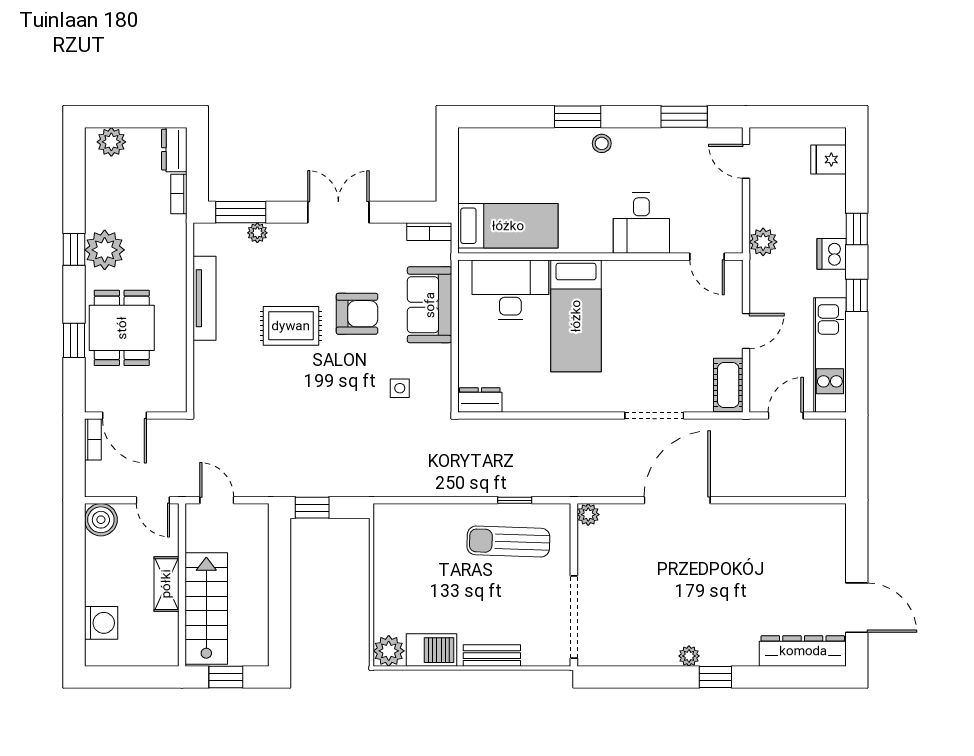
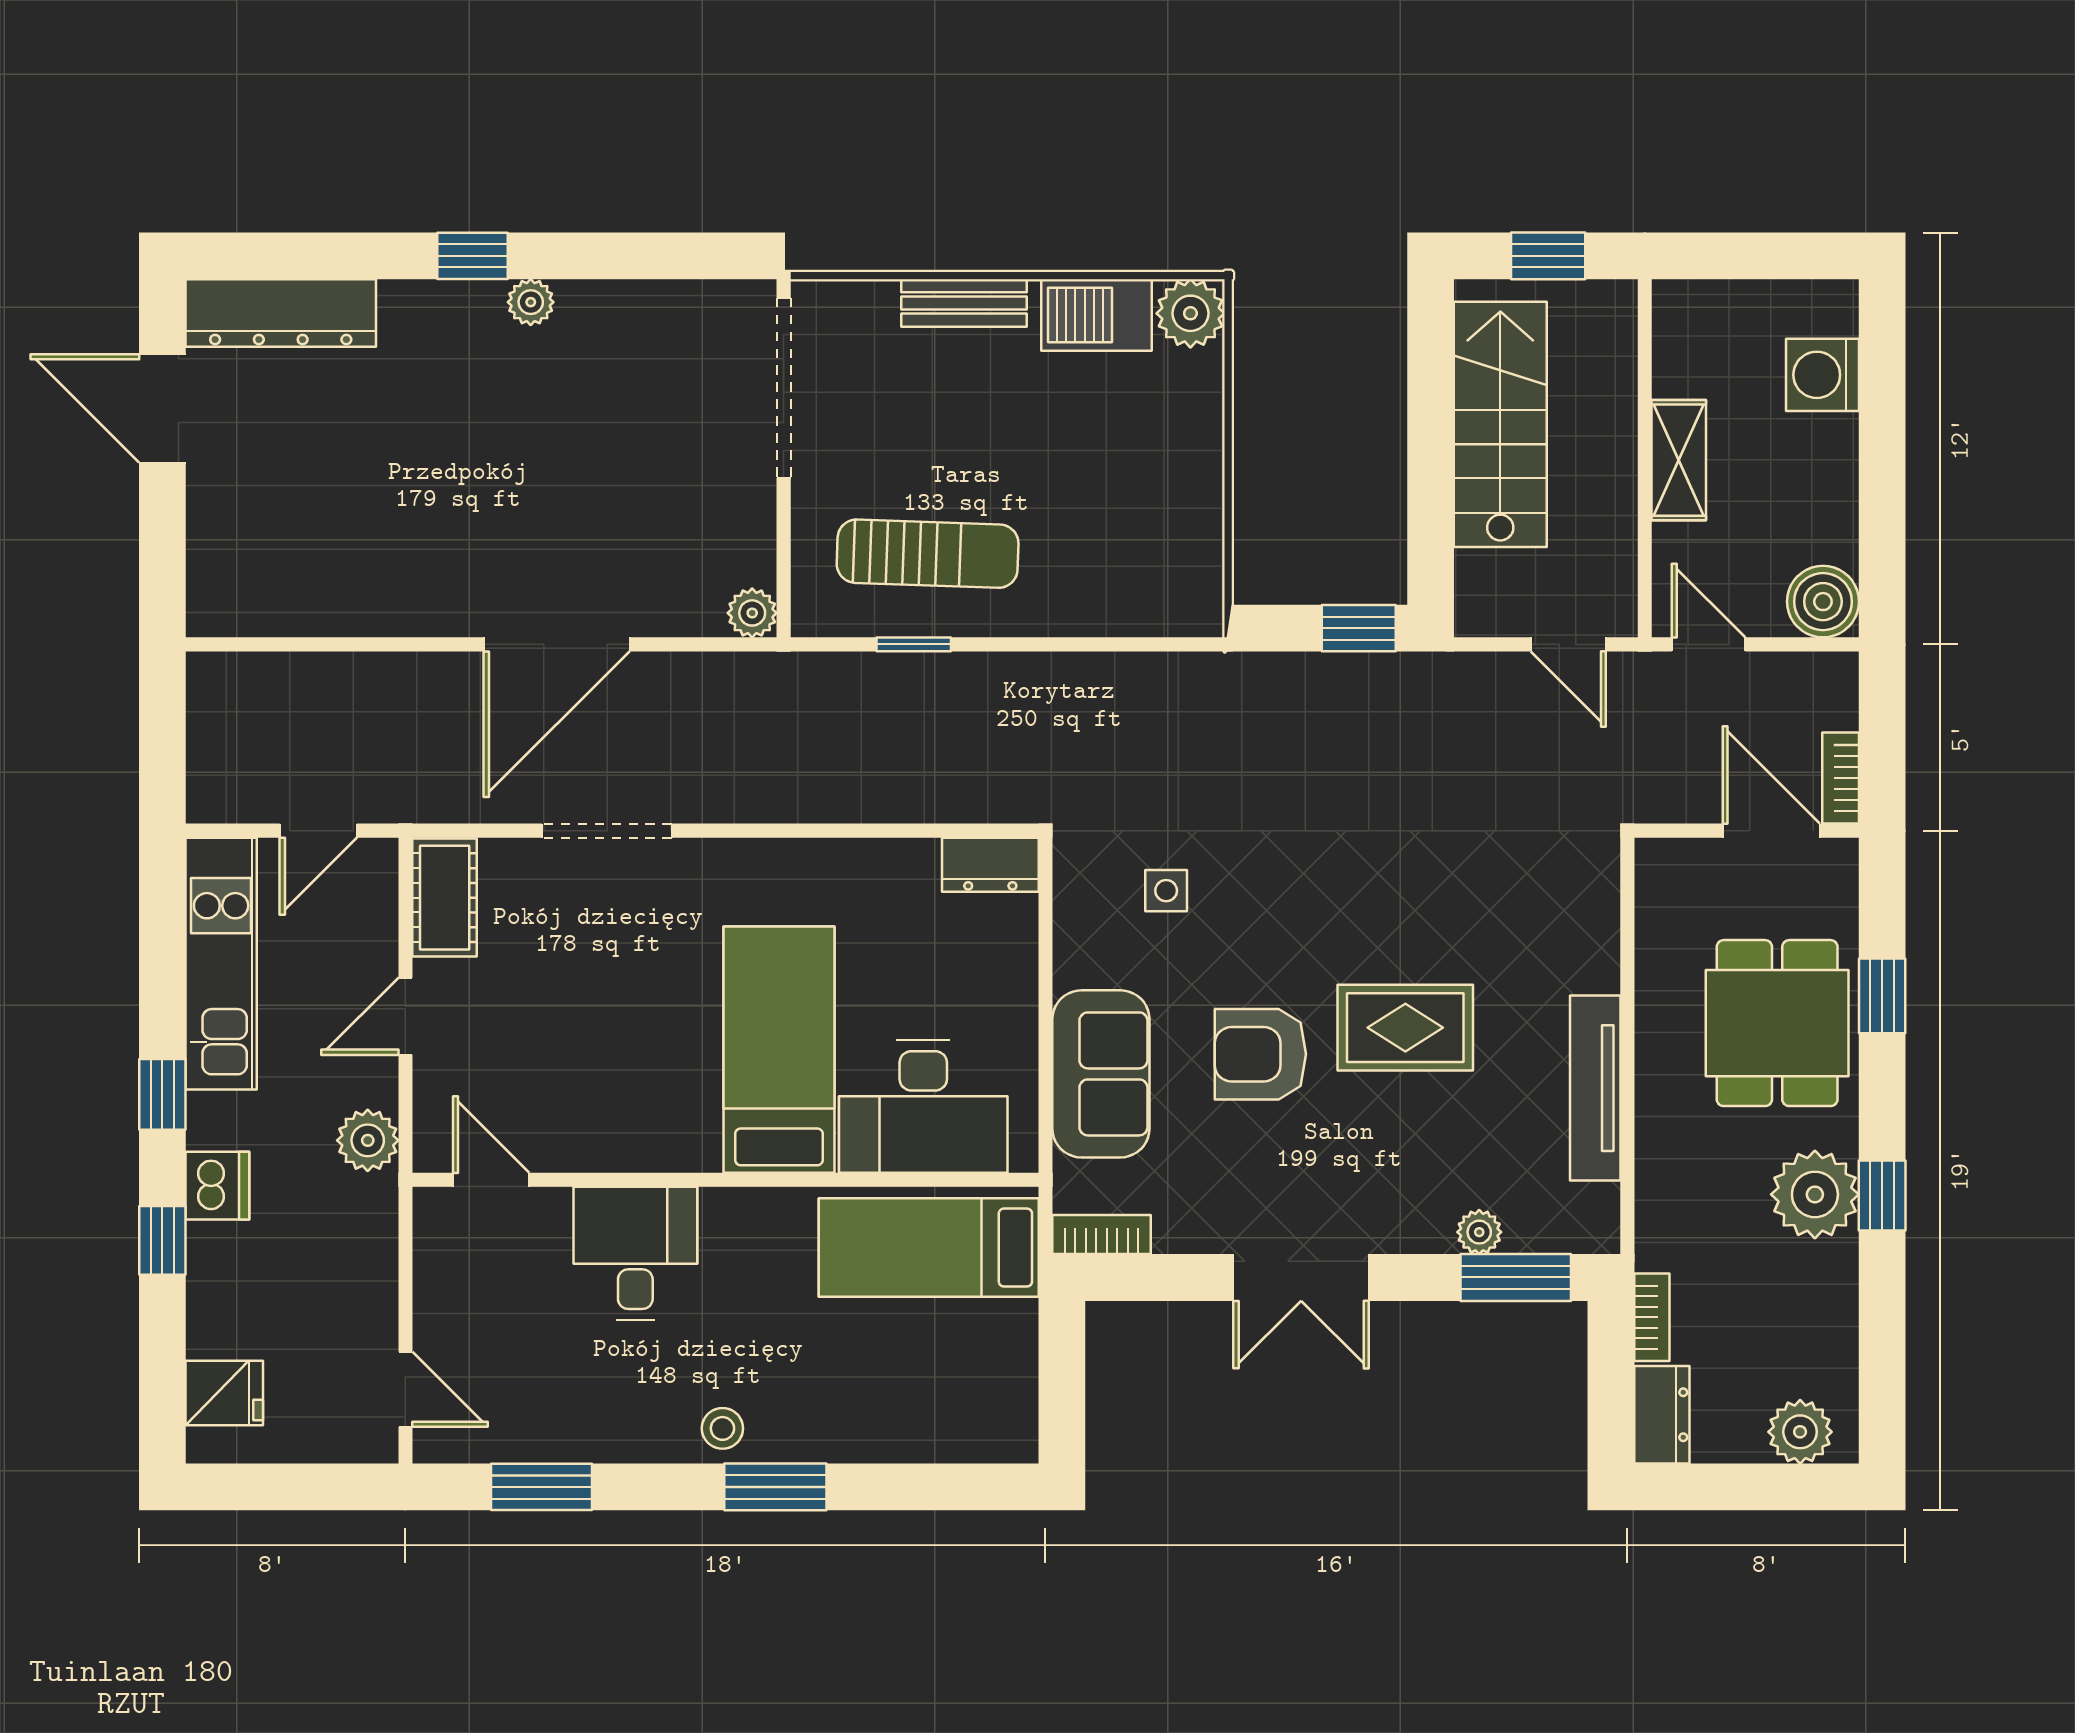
plant: (763, 242) -> (368, 1140), moved
stairs: (206, 608) -> (1500, 424), moved, turned 180

